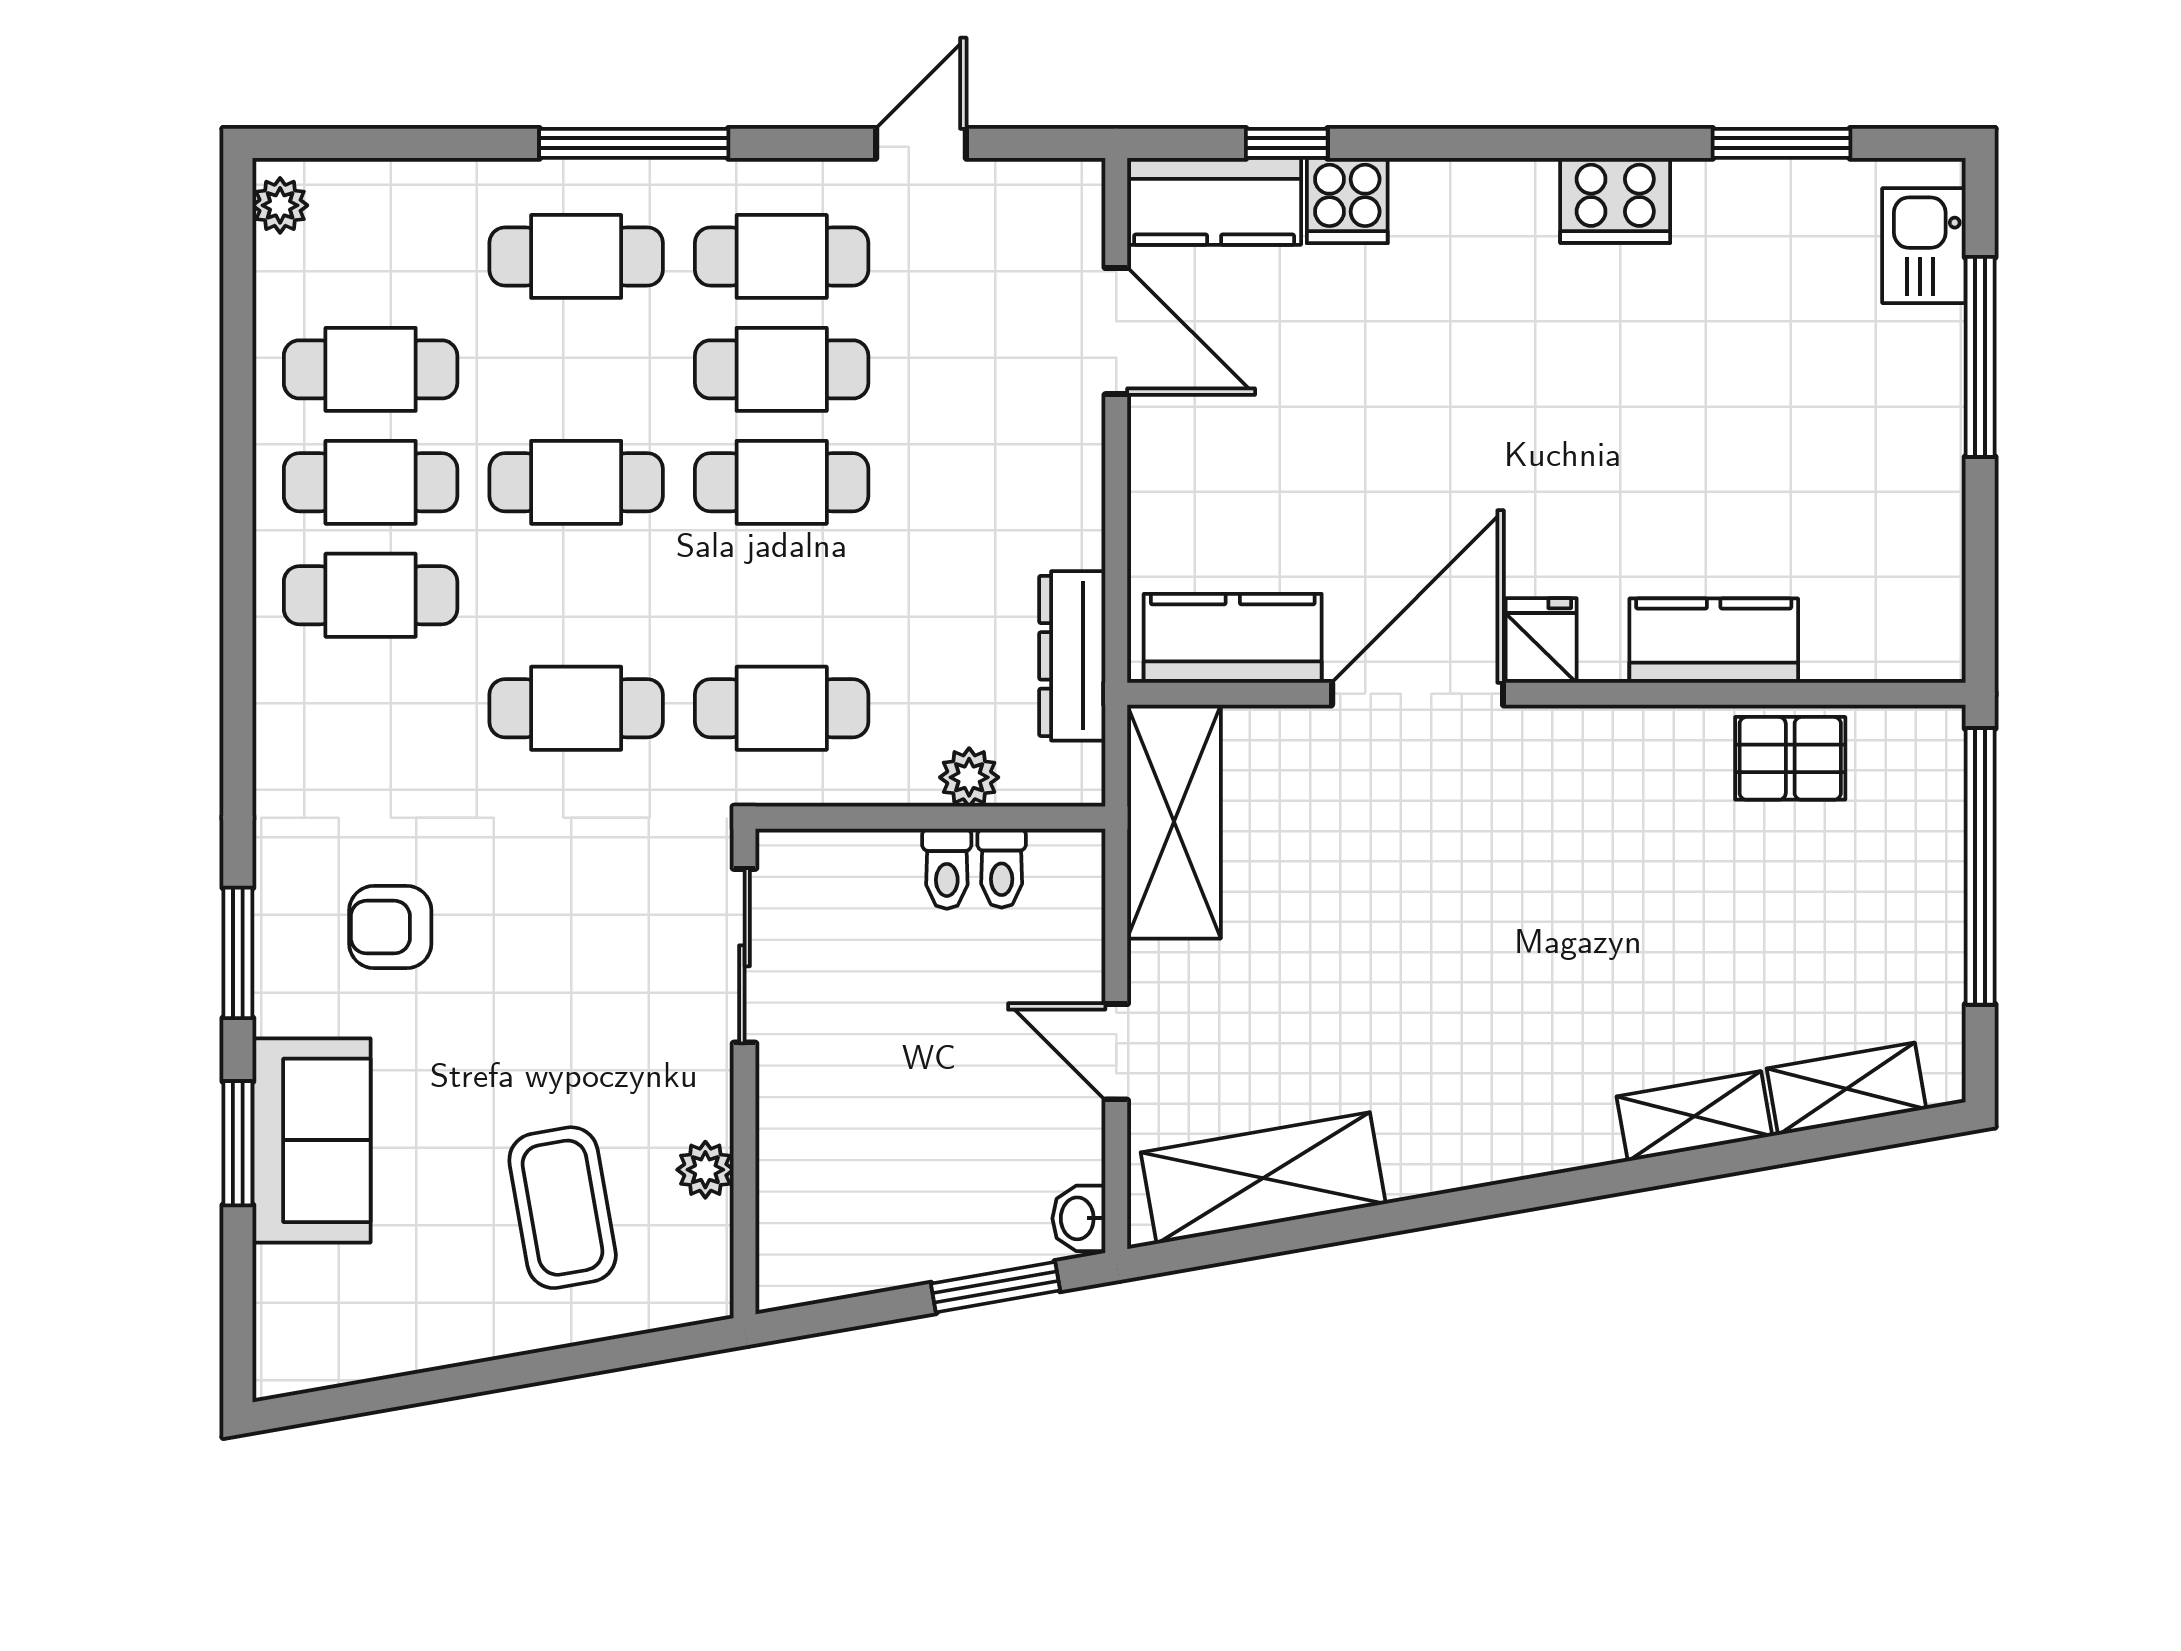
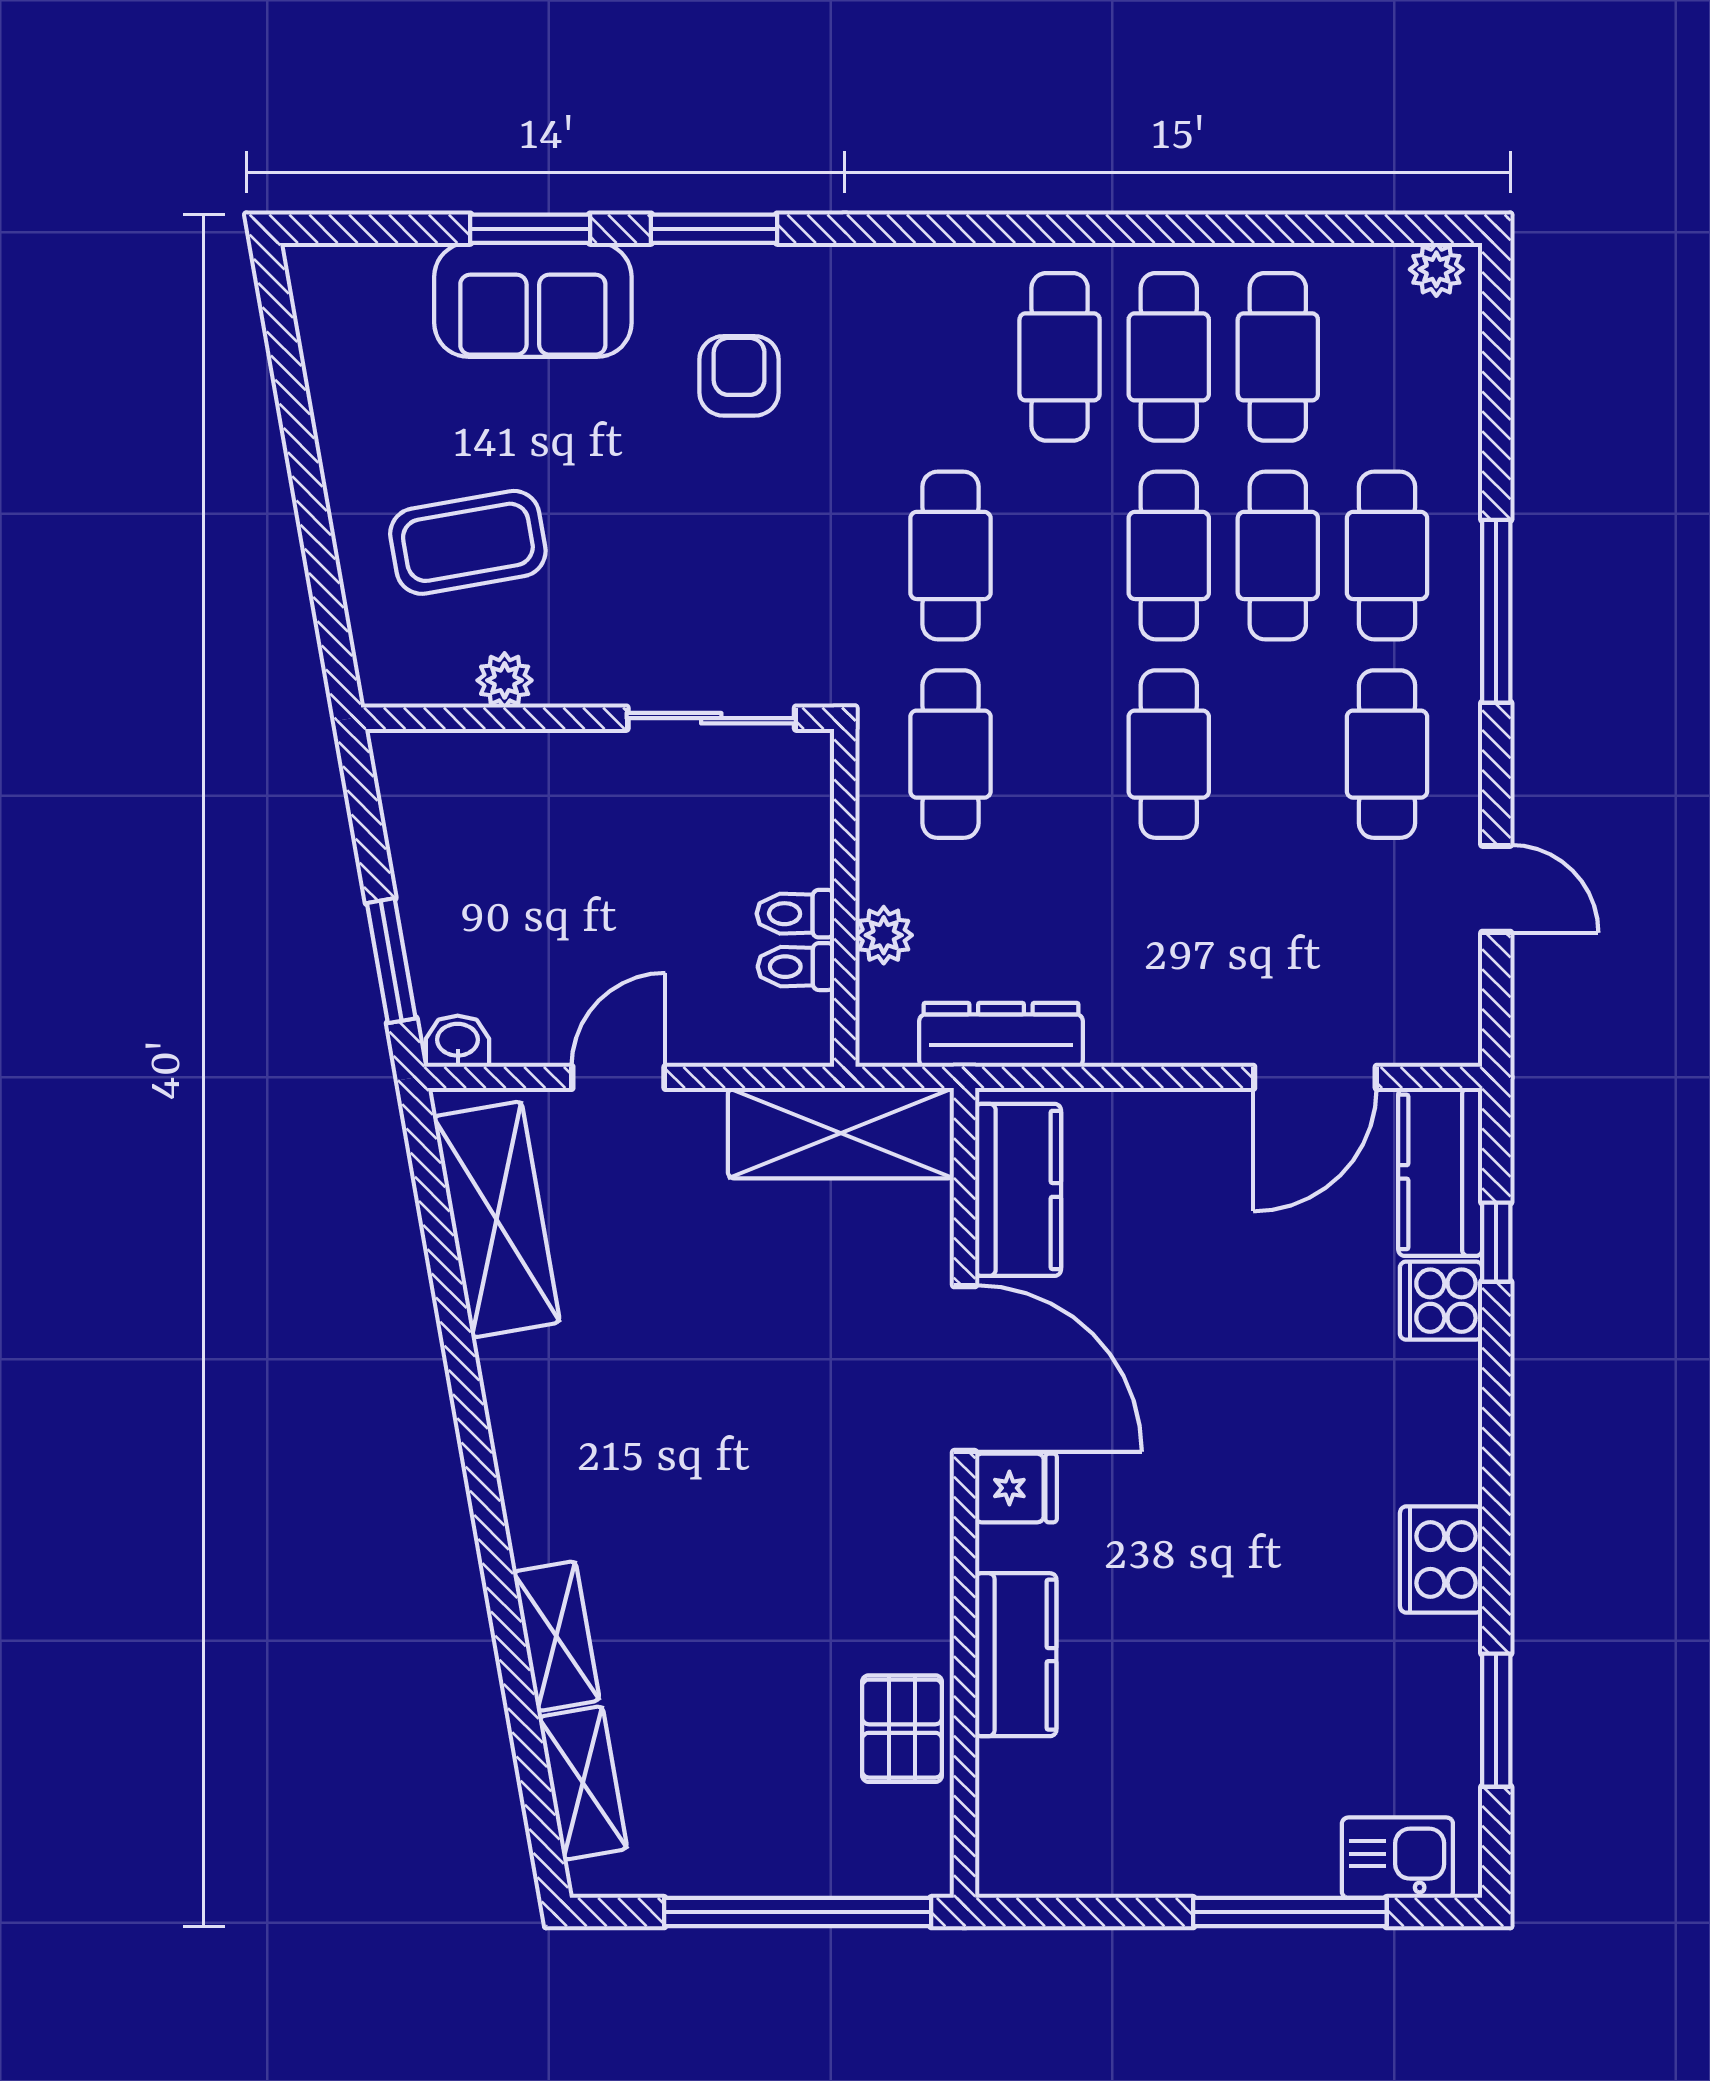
cafe table: (782, 369) -> (1278, 555), moved

